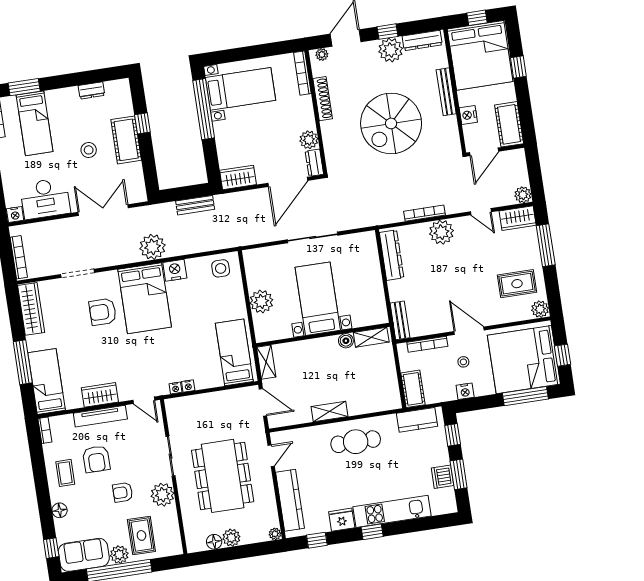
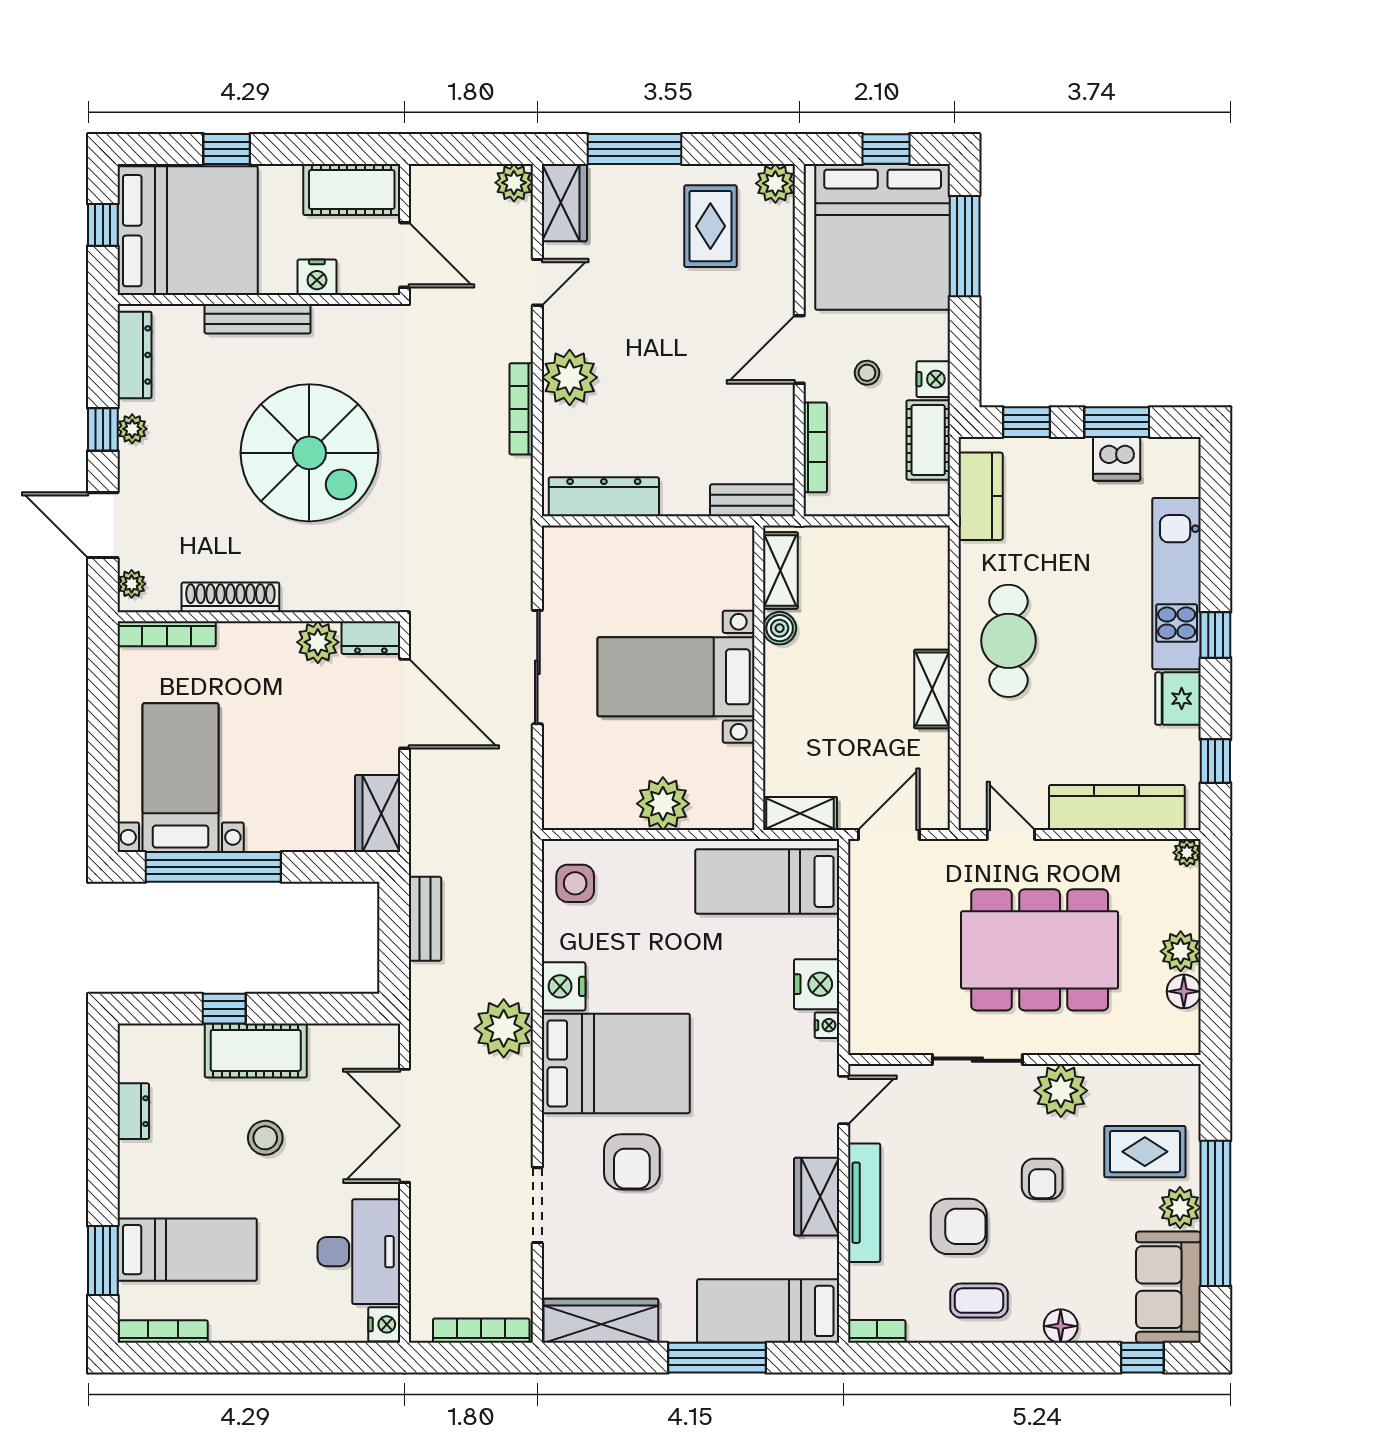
plant: (391, 50) -> (132, 429), width x0.53, depth x0.53
nightstand: (188, 386) -> (817, 984), width x1.89, depth x1.79
cot: (413, 389) -> (928, 440), moved, turned 90

